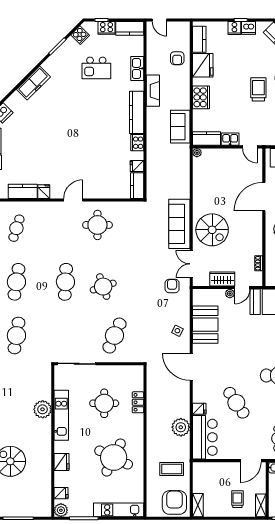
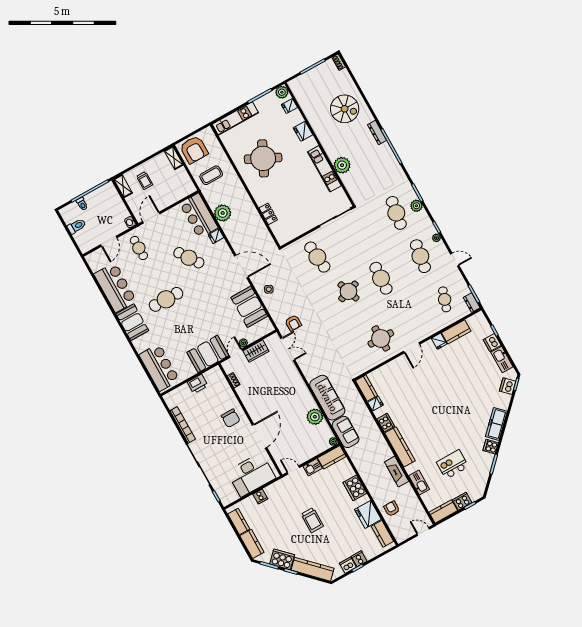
cooker: (80, 35) -> (491, 447), moved
sofa: (180, 127) -> (346, 432), moved
plant: (201, 186) -> (315, 417), added
sofa: (179, 224) -> (327, 398), moved
spiral stairs: (212, 230) -> (286, 386), removed
cafe table: (114, 336) -> (317, 257), turned -30
round table: (104, 403) -> (295, 198), removed

